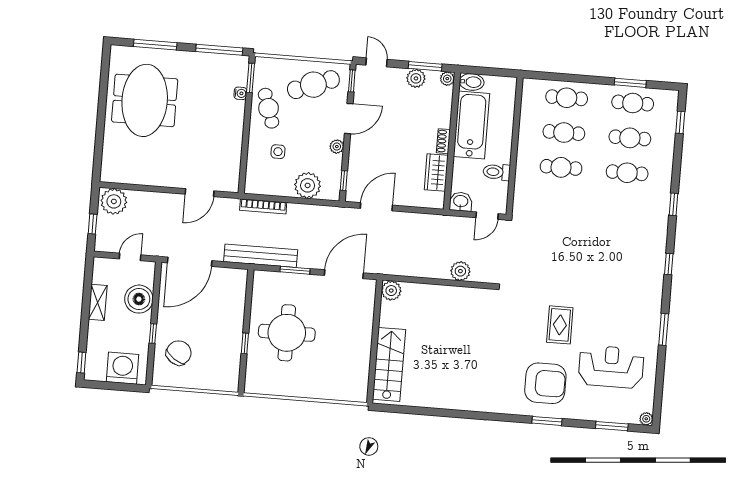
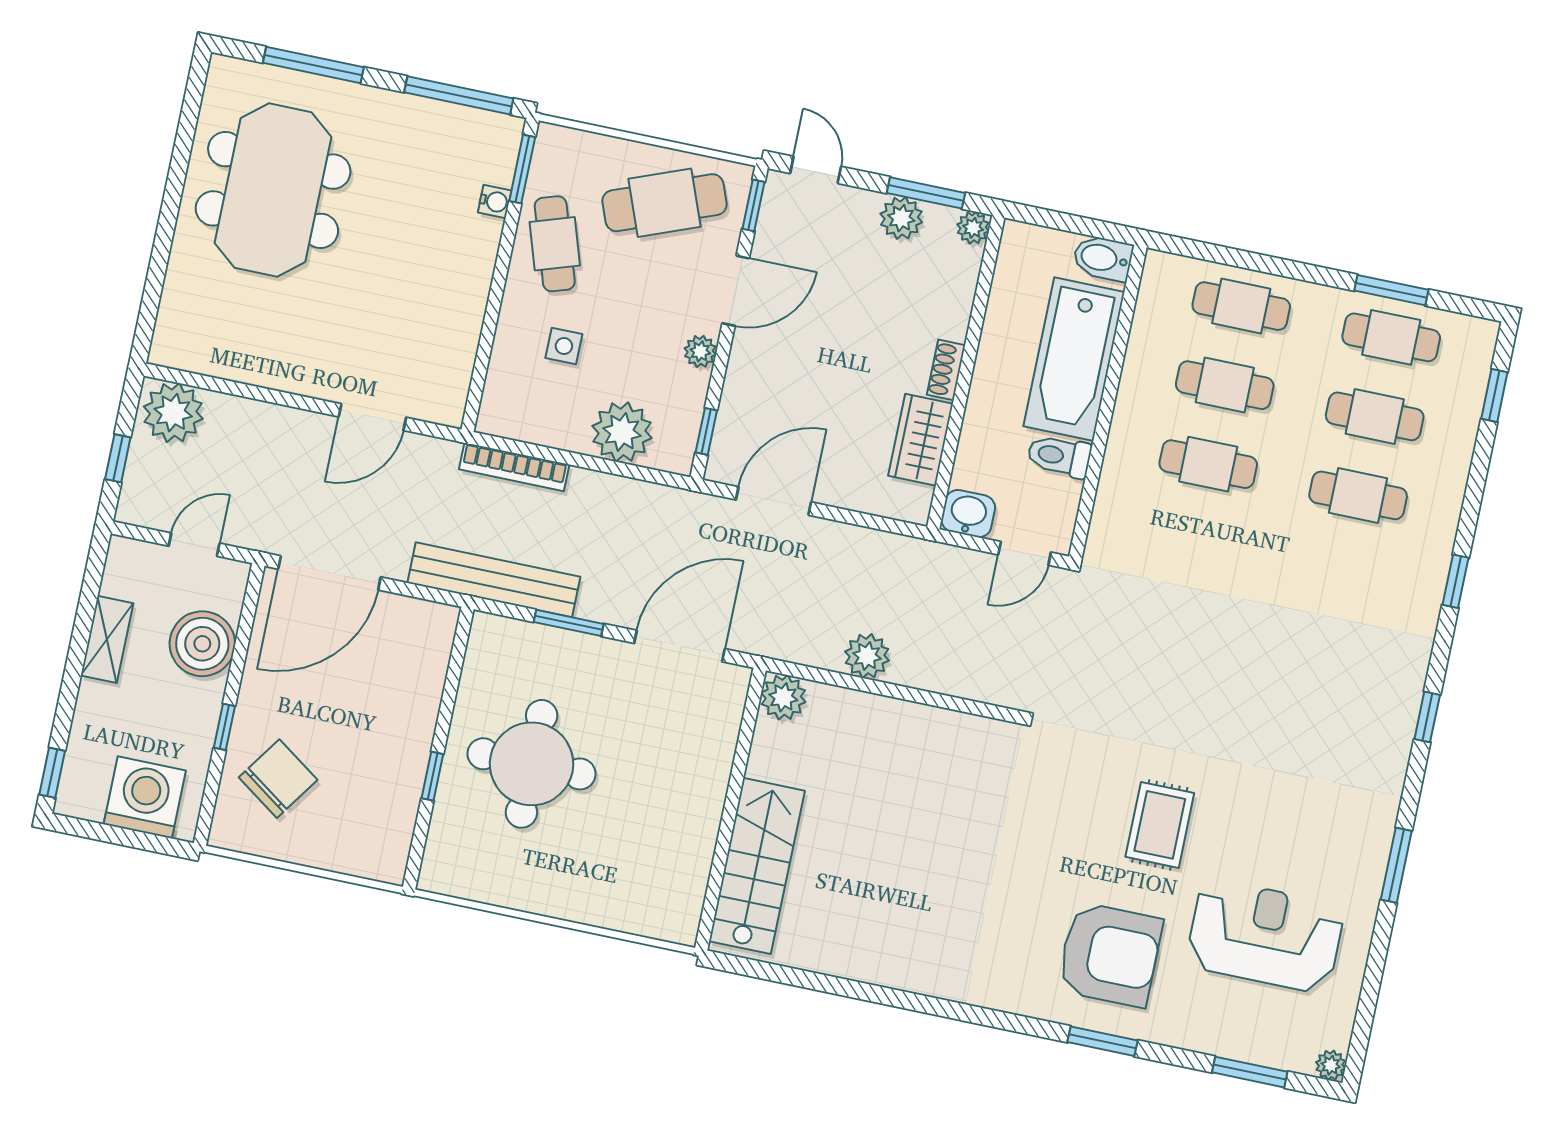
bidet: (472, 82) -> (1103, 258), moved, turned 180
bathtub: (471, 125) -> (1074, 359), moved, turned 180
plant: (460, 271) -> (867, 656), moved

